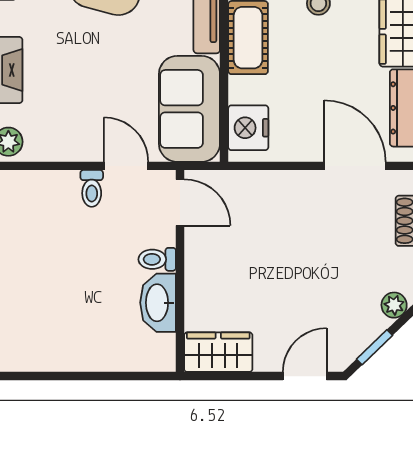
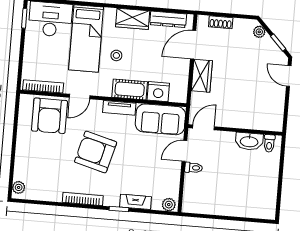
nightstand: (248, 128) -> (158, 92), moved
toilet: (157, 259) -> (269, 143), moved
wardrobe: (218, 352) -> (202, 76), moved, turned 180

